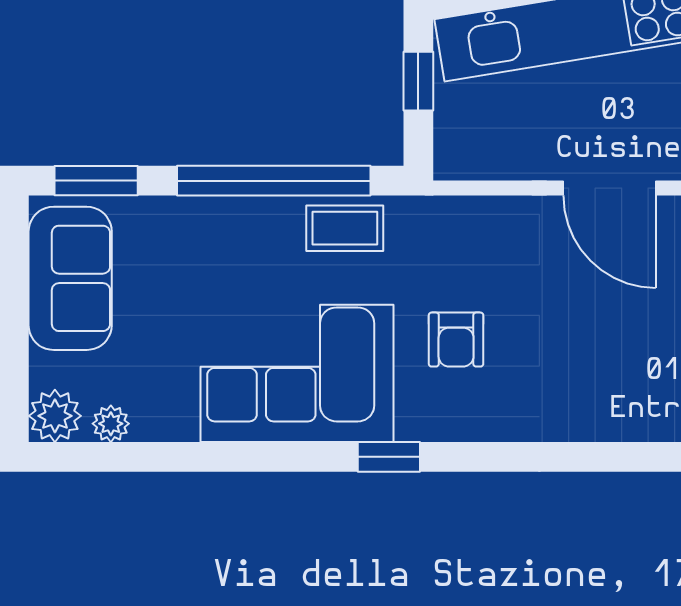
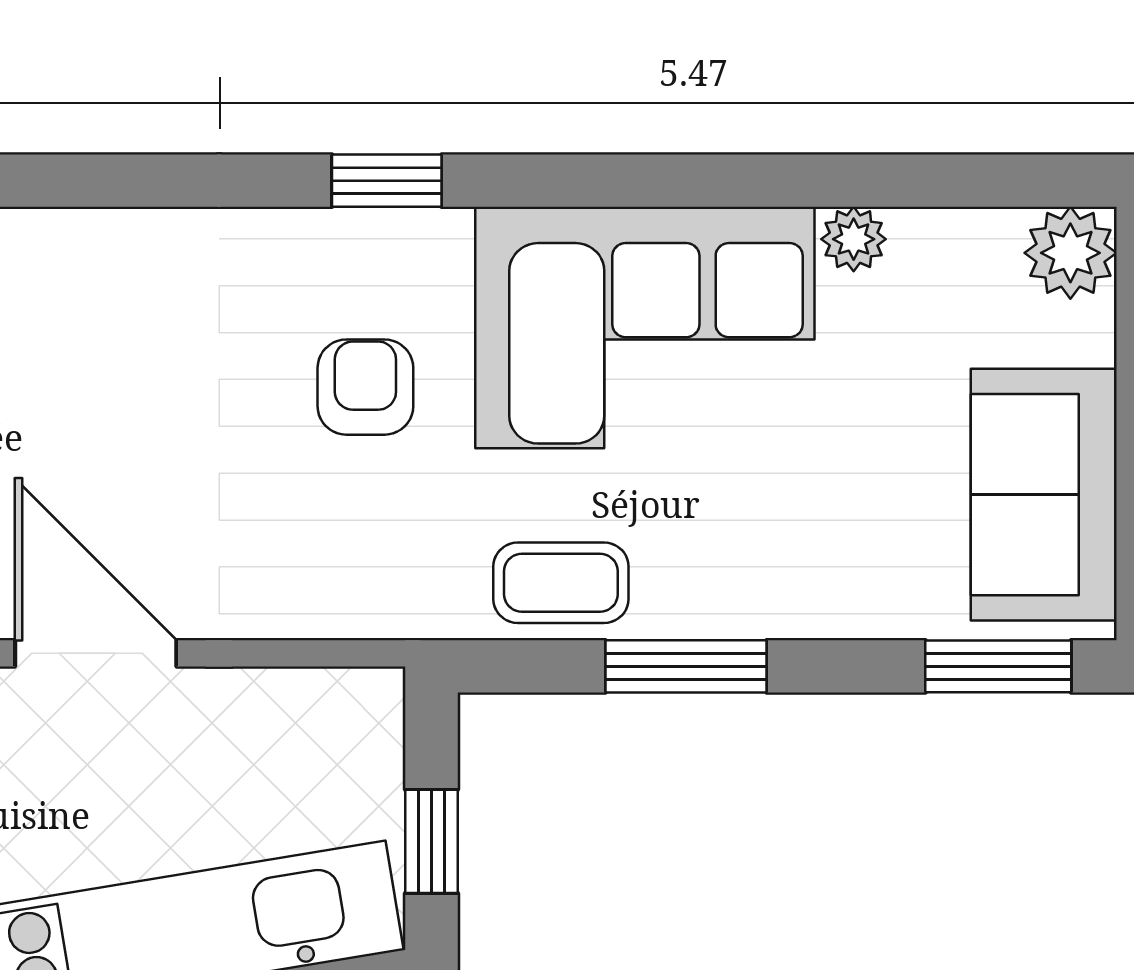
window: (274, 181) -> (686, 666), width x0.47
plant: (111, 424) -> (854, 239), moved
window: (389, 457) -> (387, 181), moved

